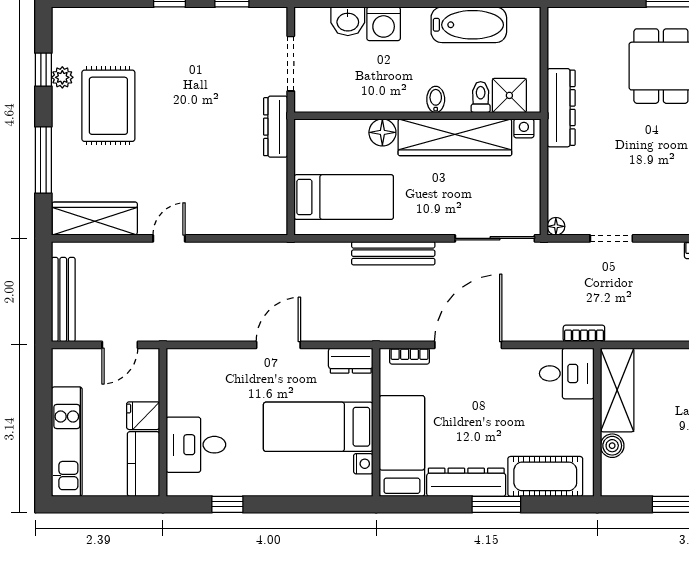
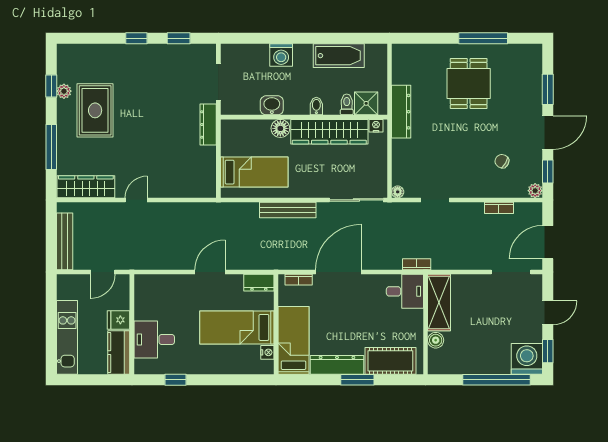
washbasin: (348, 21) -> (272, 105), moved, turned 180

